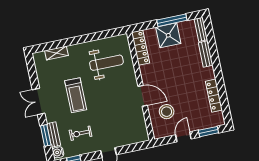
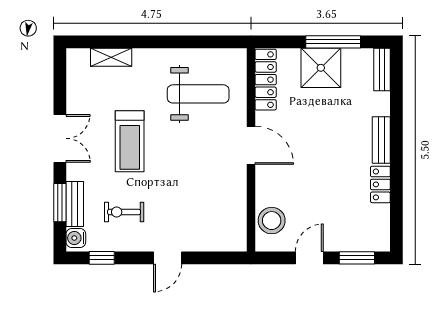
bench: (206, 54) -> (381, 140), moved
door: (143, 96) -> (251, 145), moved
locker: (214, 96) -> (380, 184), width x0.66
double door: (39, 102) -> (60, 138), swing flipped
stool: (167, 112) -> (272, 221), moved

